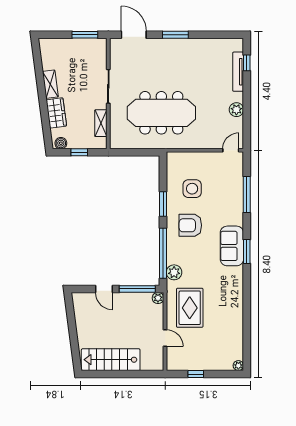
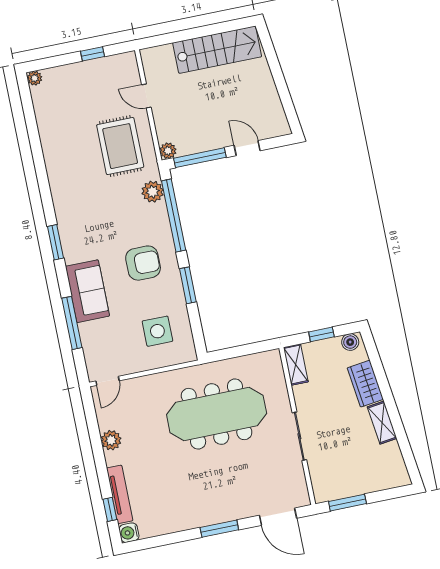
water cooler: (237, 44) -> (129, 533), added
shelving: (101, 123) -> (296, 365), moved
side table: (192, 189) -> (157, 331), moved
sofa: (232, 246) -> (87, 291), moved

